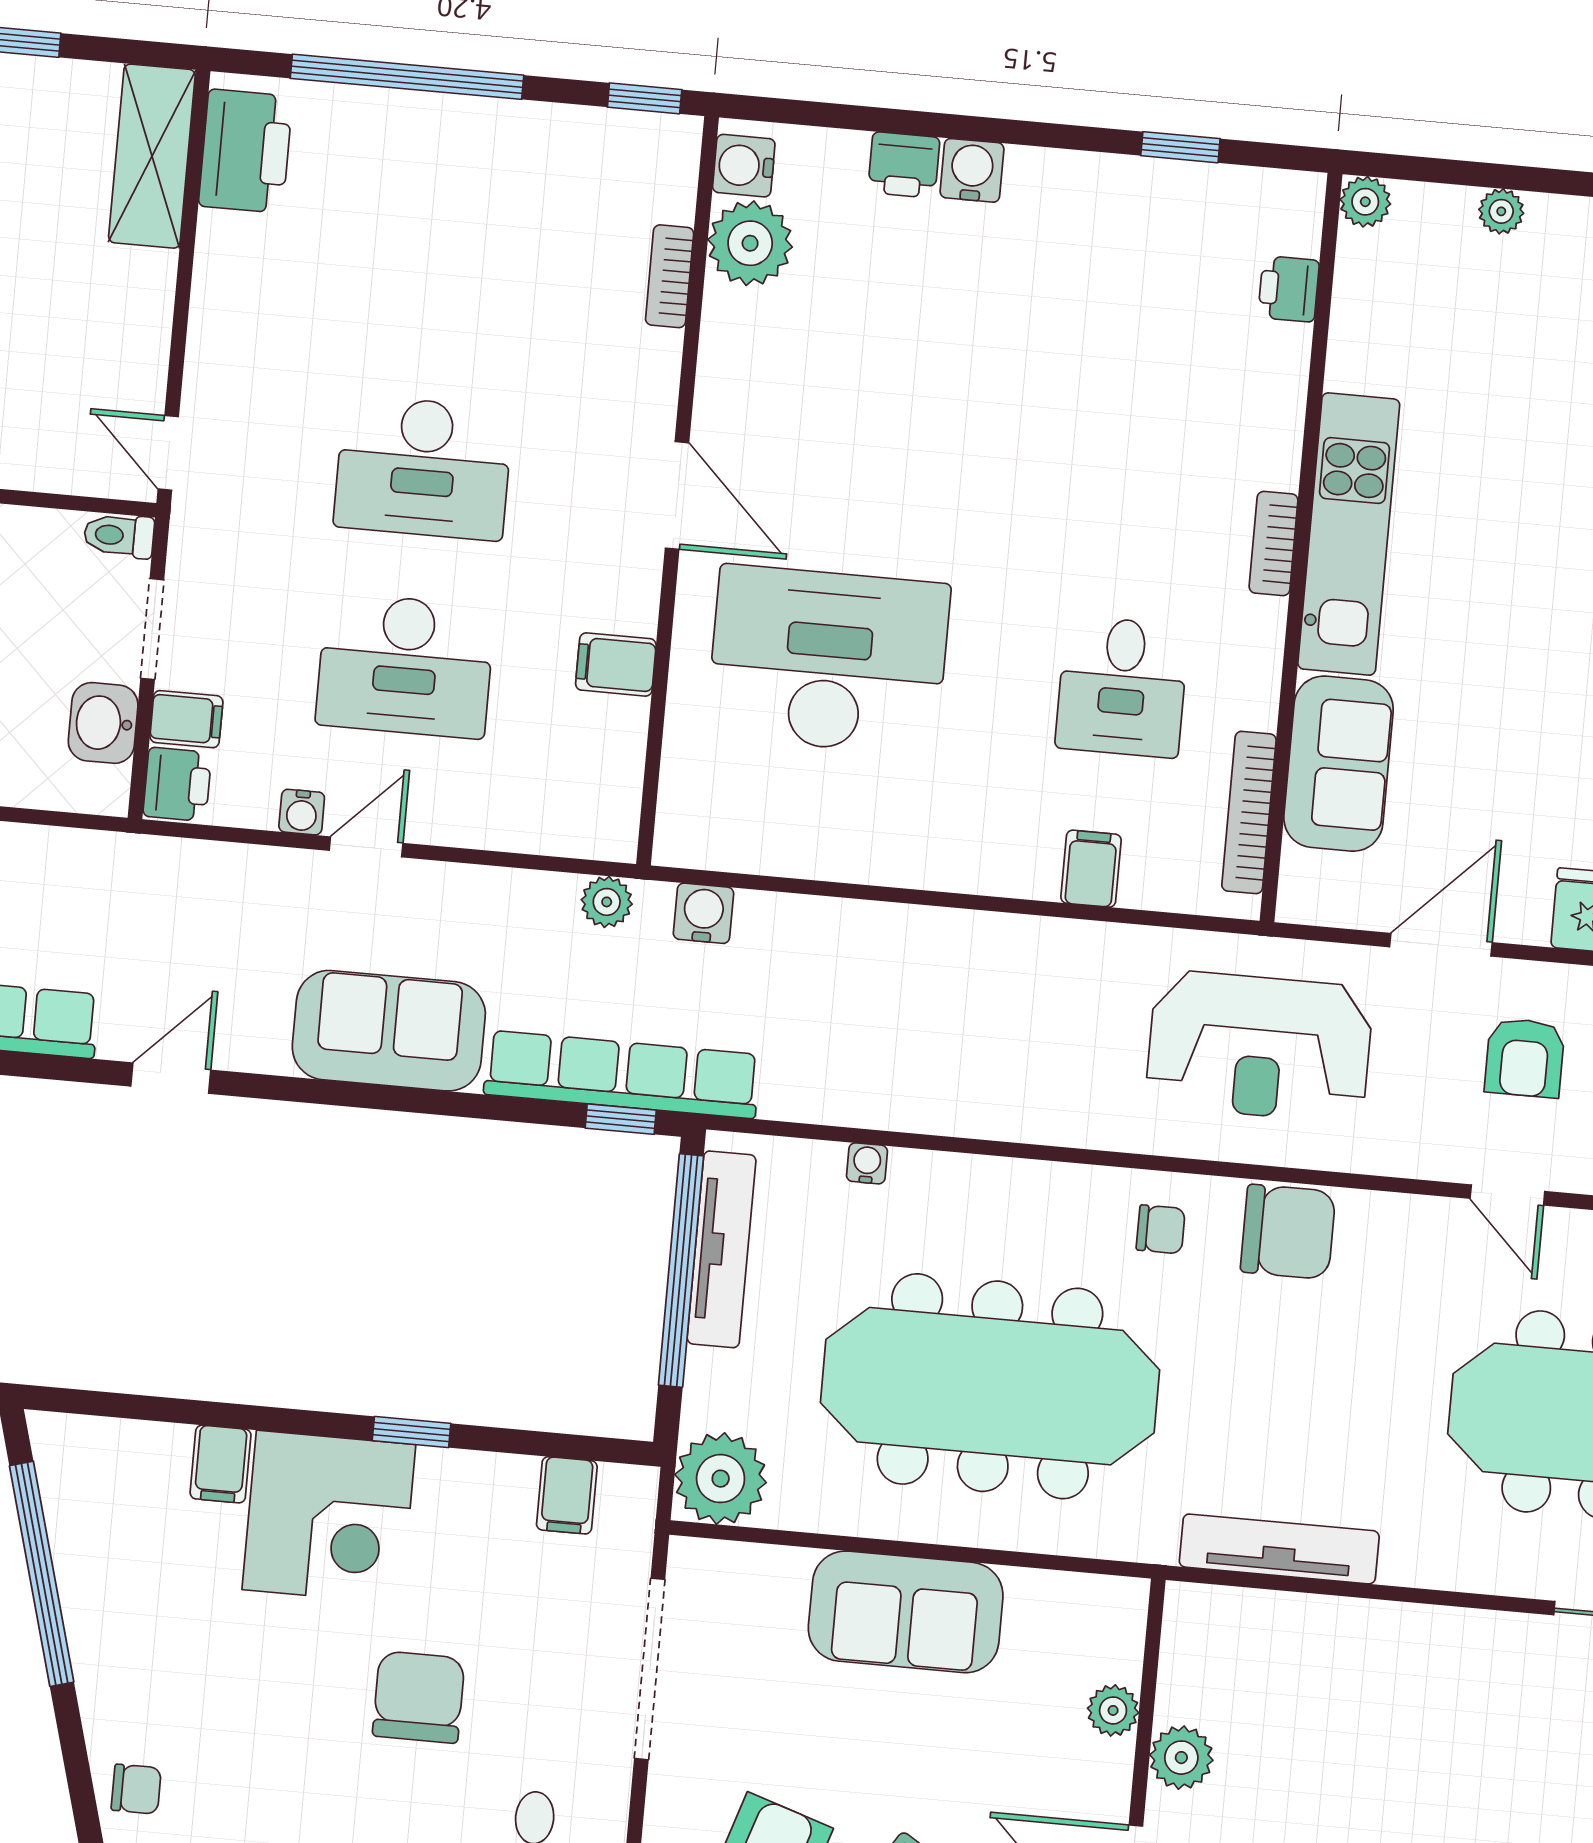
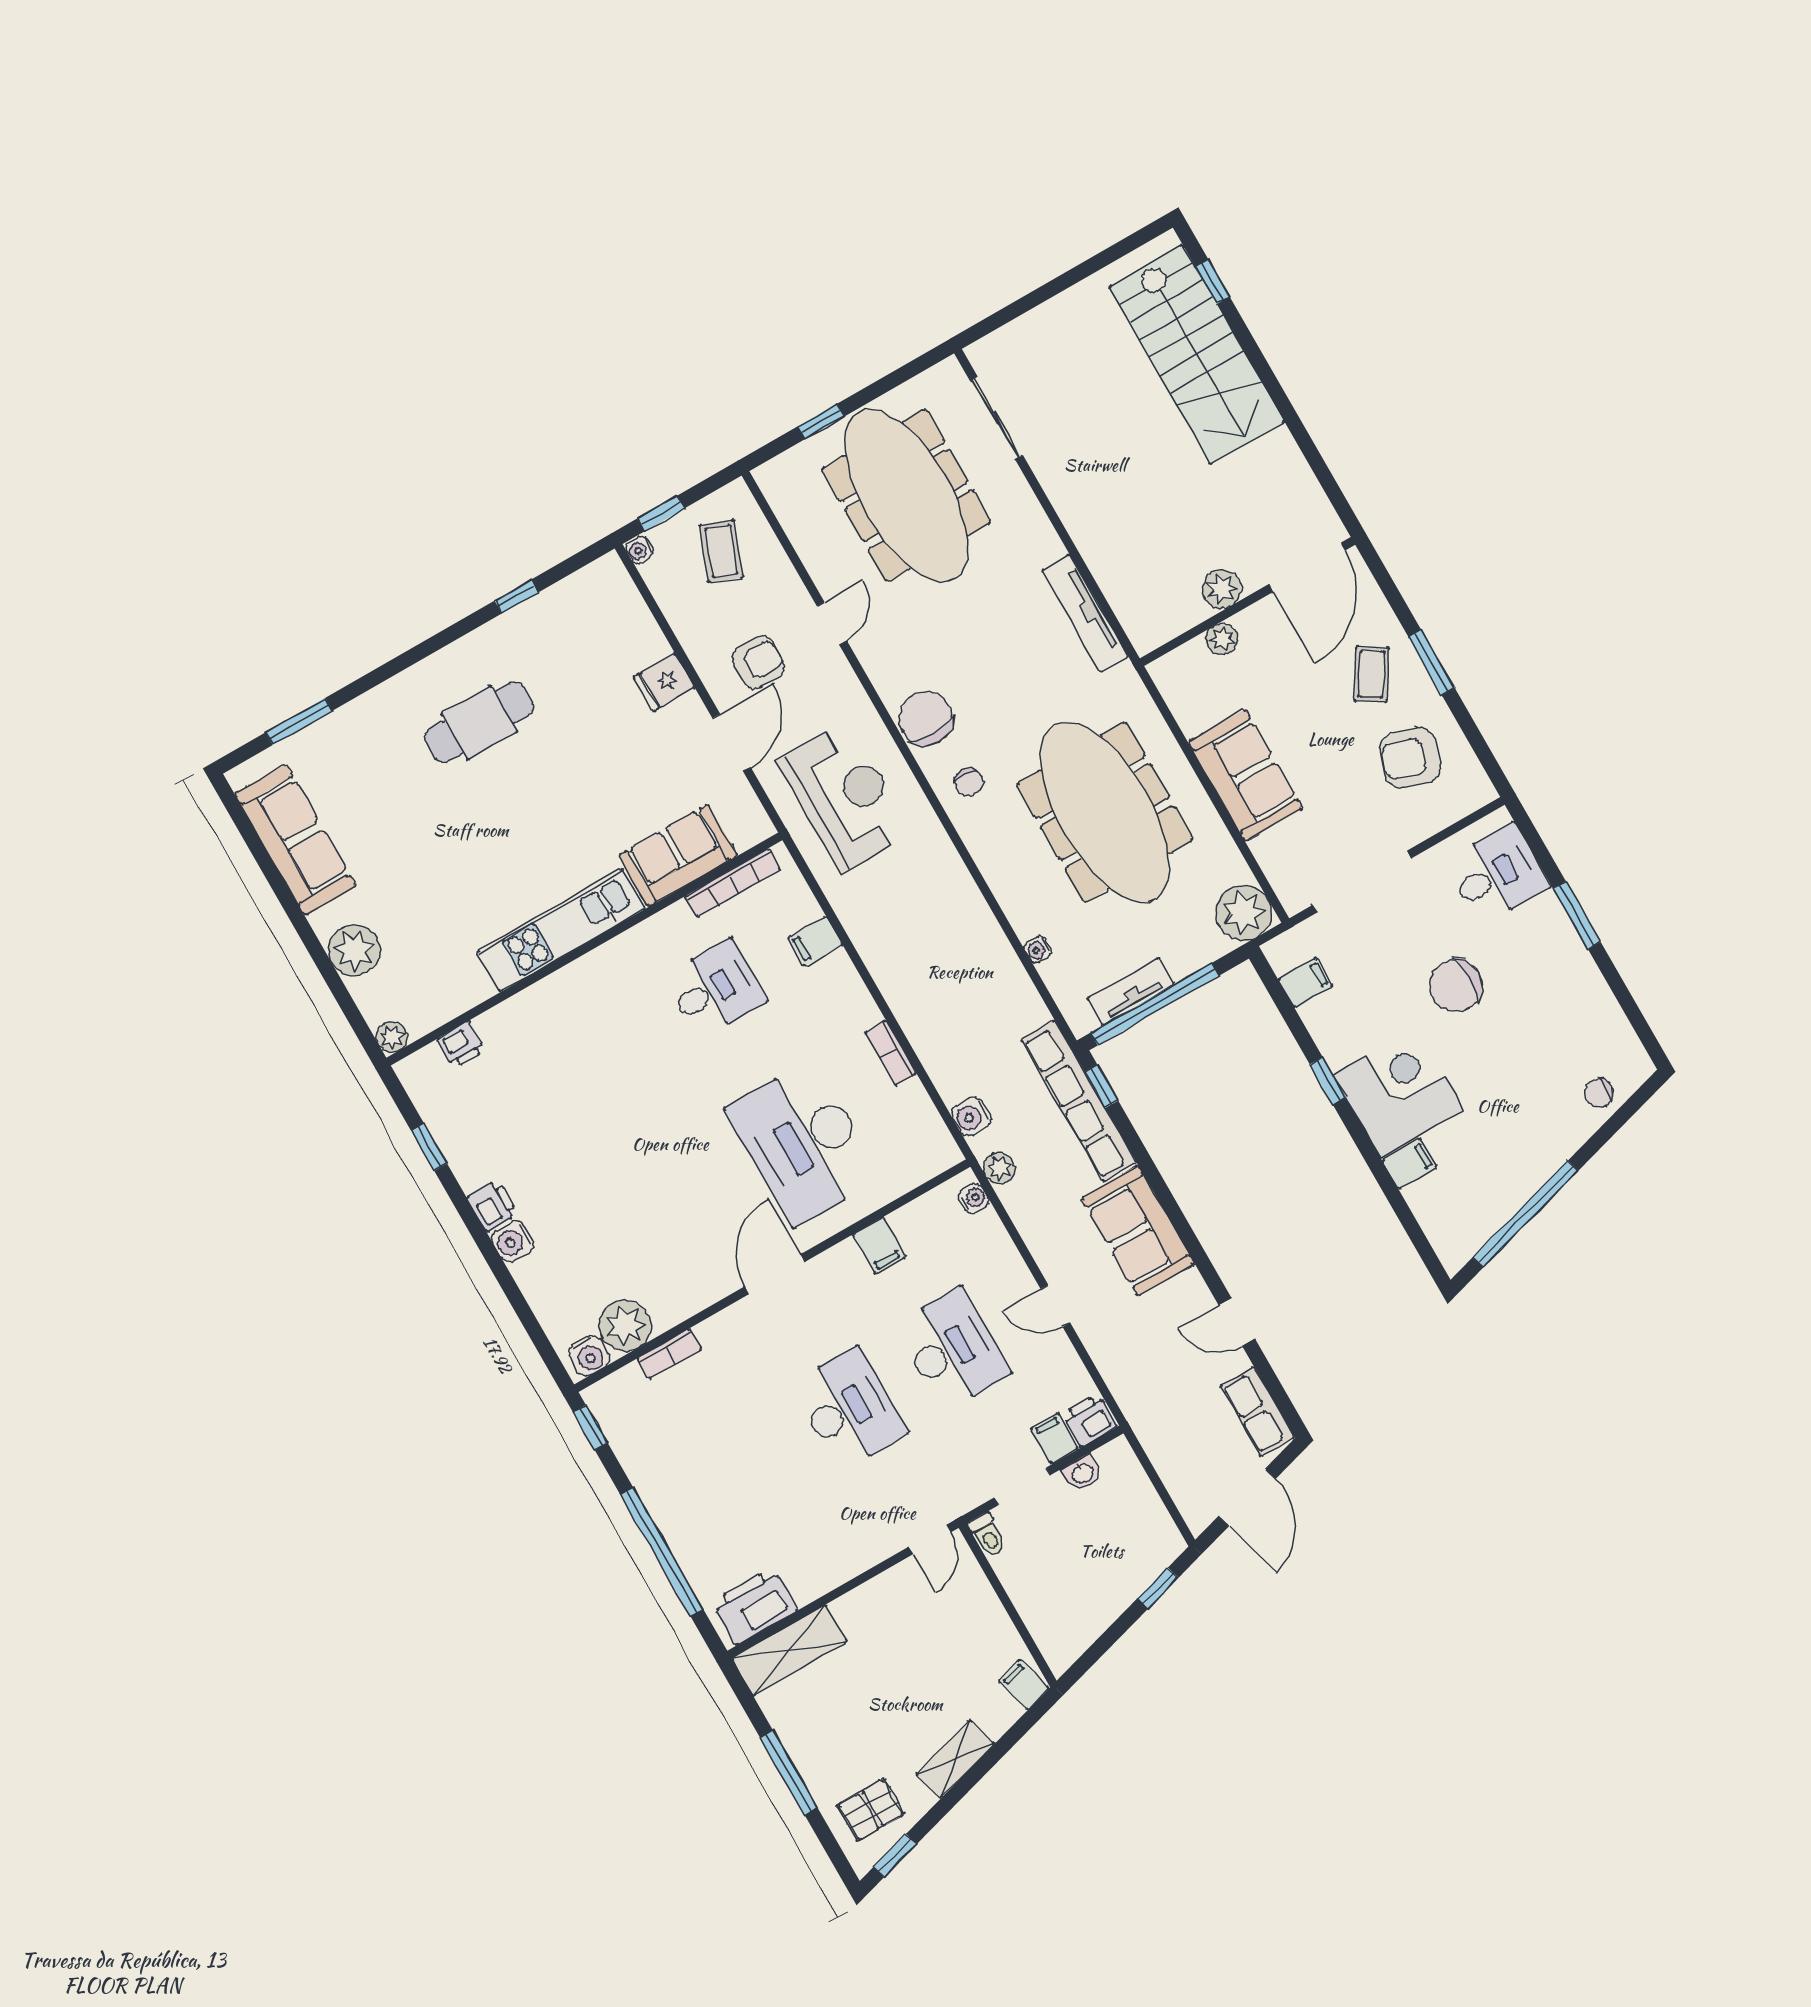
printer: (904, 165) -> (492, 1206), moved
plant: (1501, 211) -> (354, 950), width x1.88, depth x1.88
bookcase: (1273, 543) -> (891, 1053), moved, turned 90
washbasin: (103, 723) -> (1082, 1473), width x0.72, depth x0.69
water cooler: (302, 812) -> (974, 1198), moved
door: (1441, 945) -> (732, 743), swing flipped
chair: (1161, 1229) -> (969, 782), turned 180
tv unit: (721, 1249) -> (1131, 991), width x0.71
chair: (136, 1789) -> (1599, 1093), turned -90

